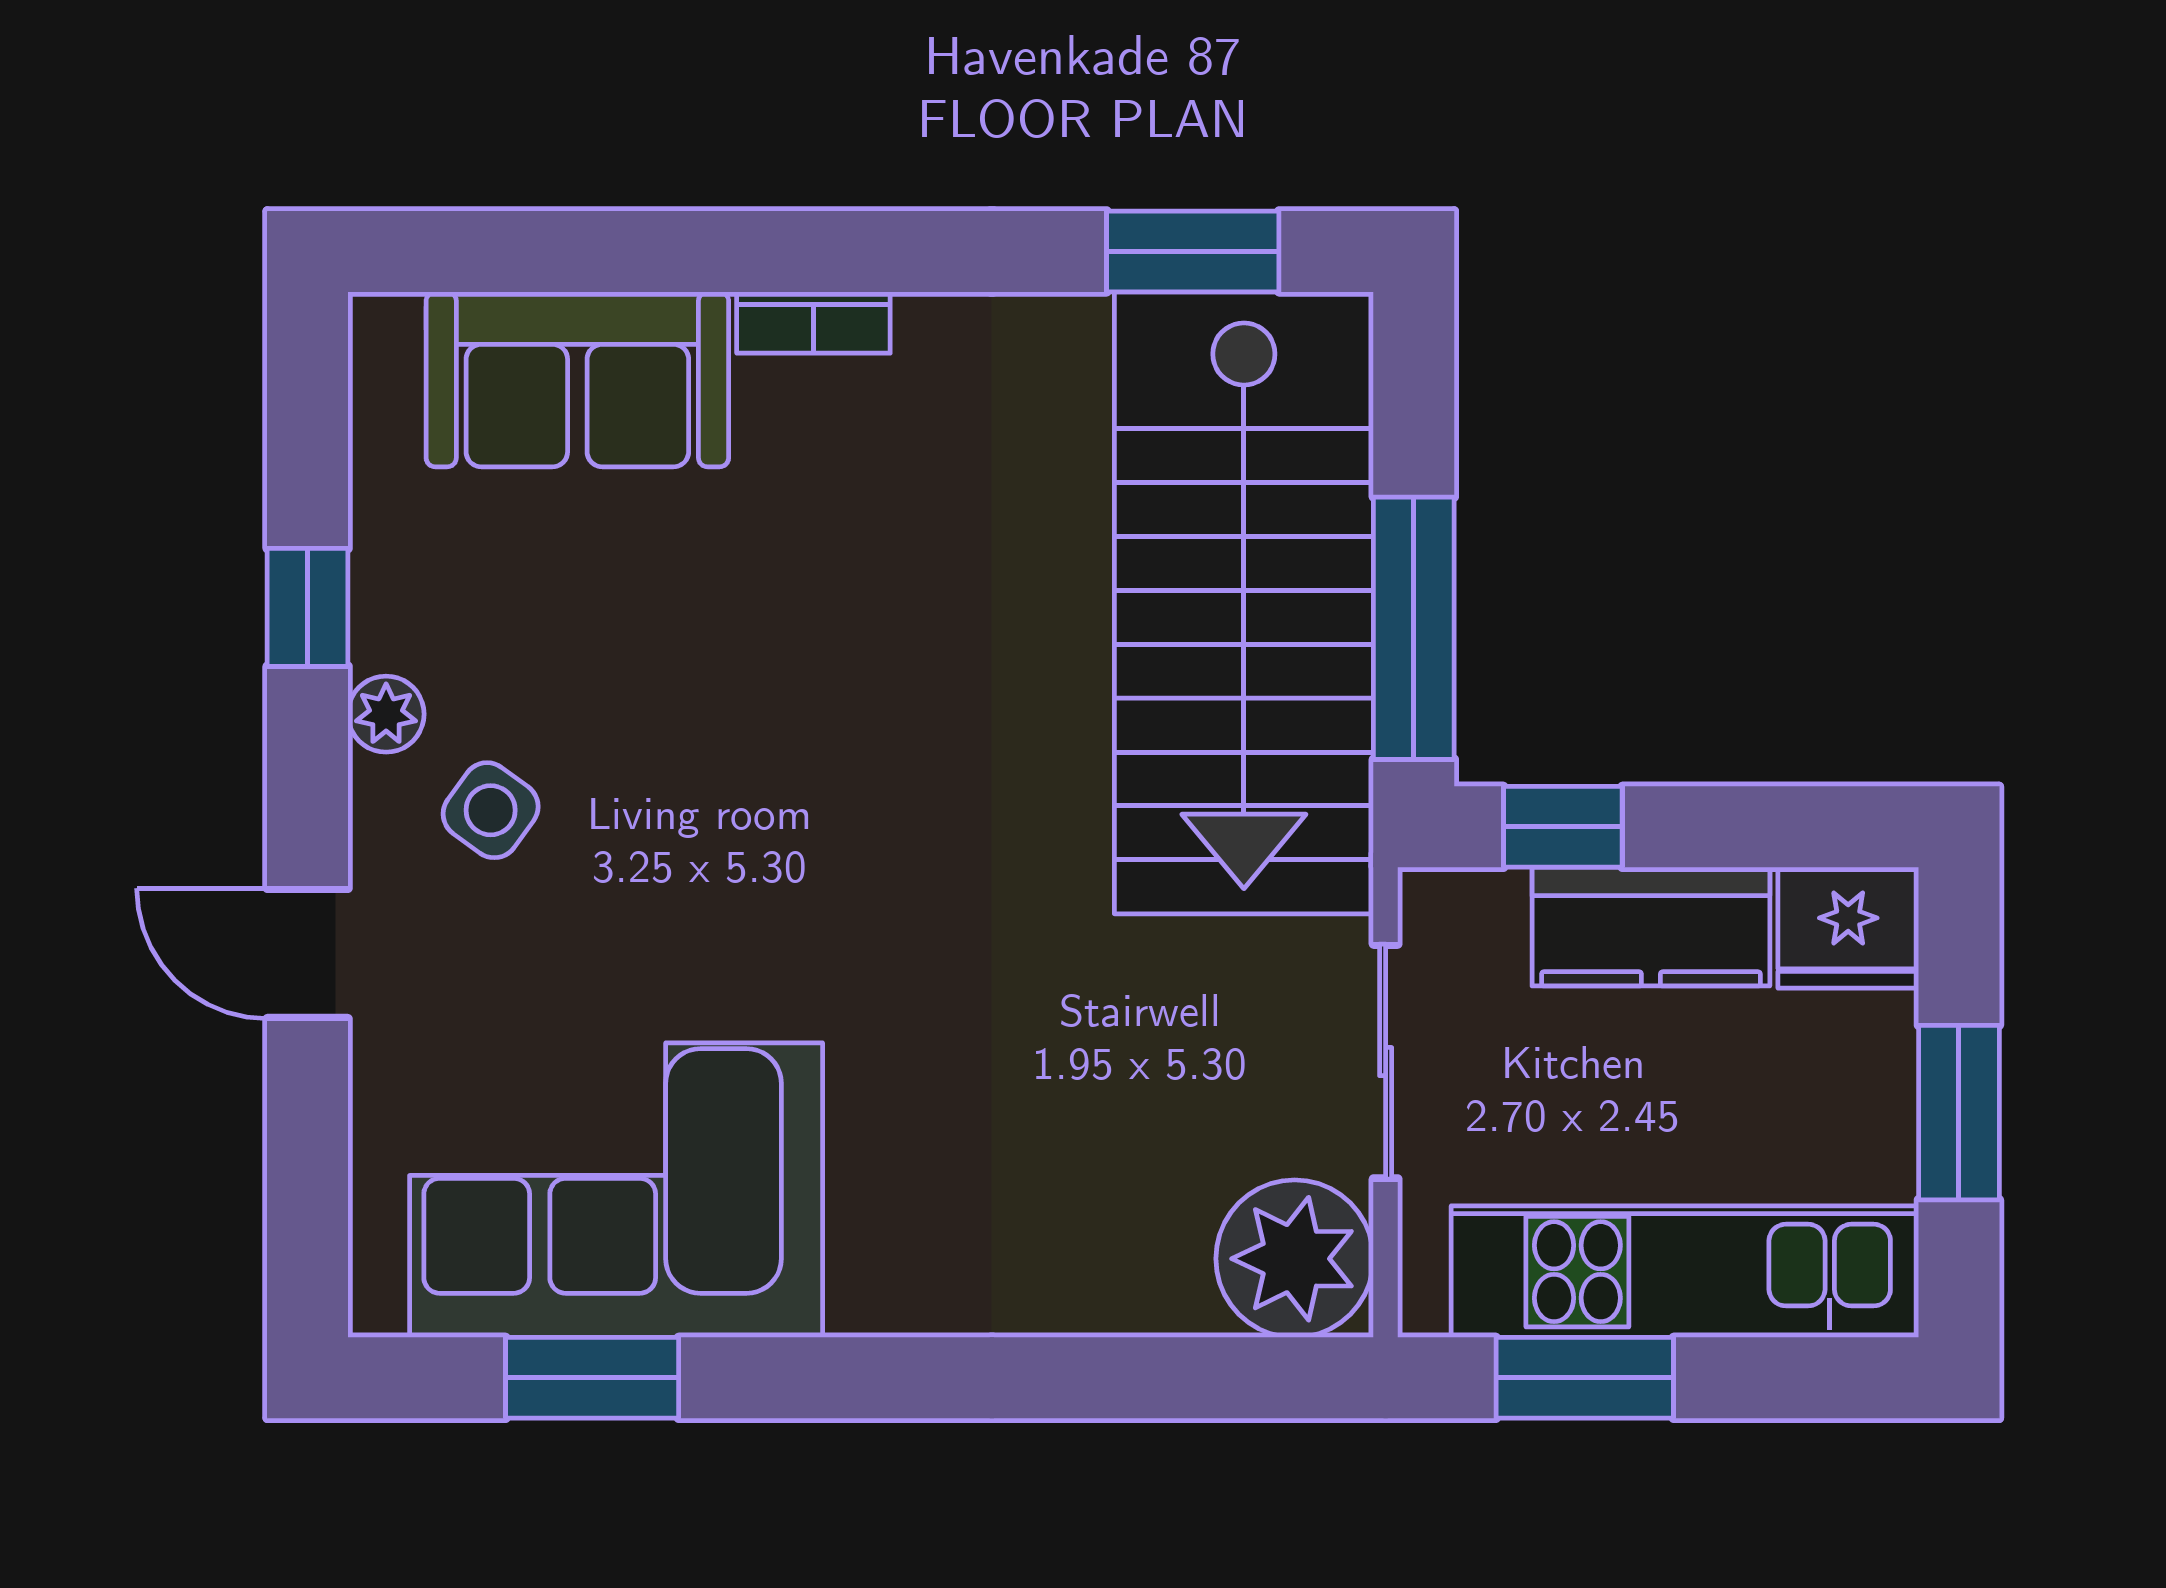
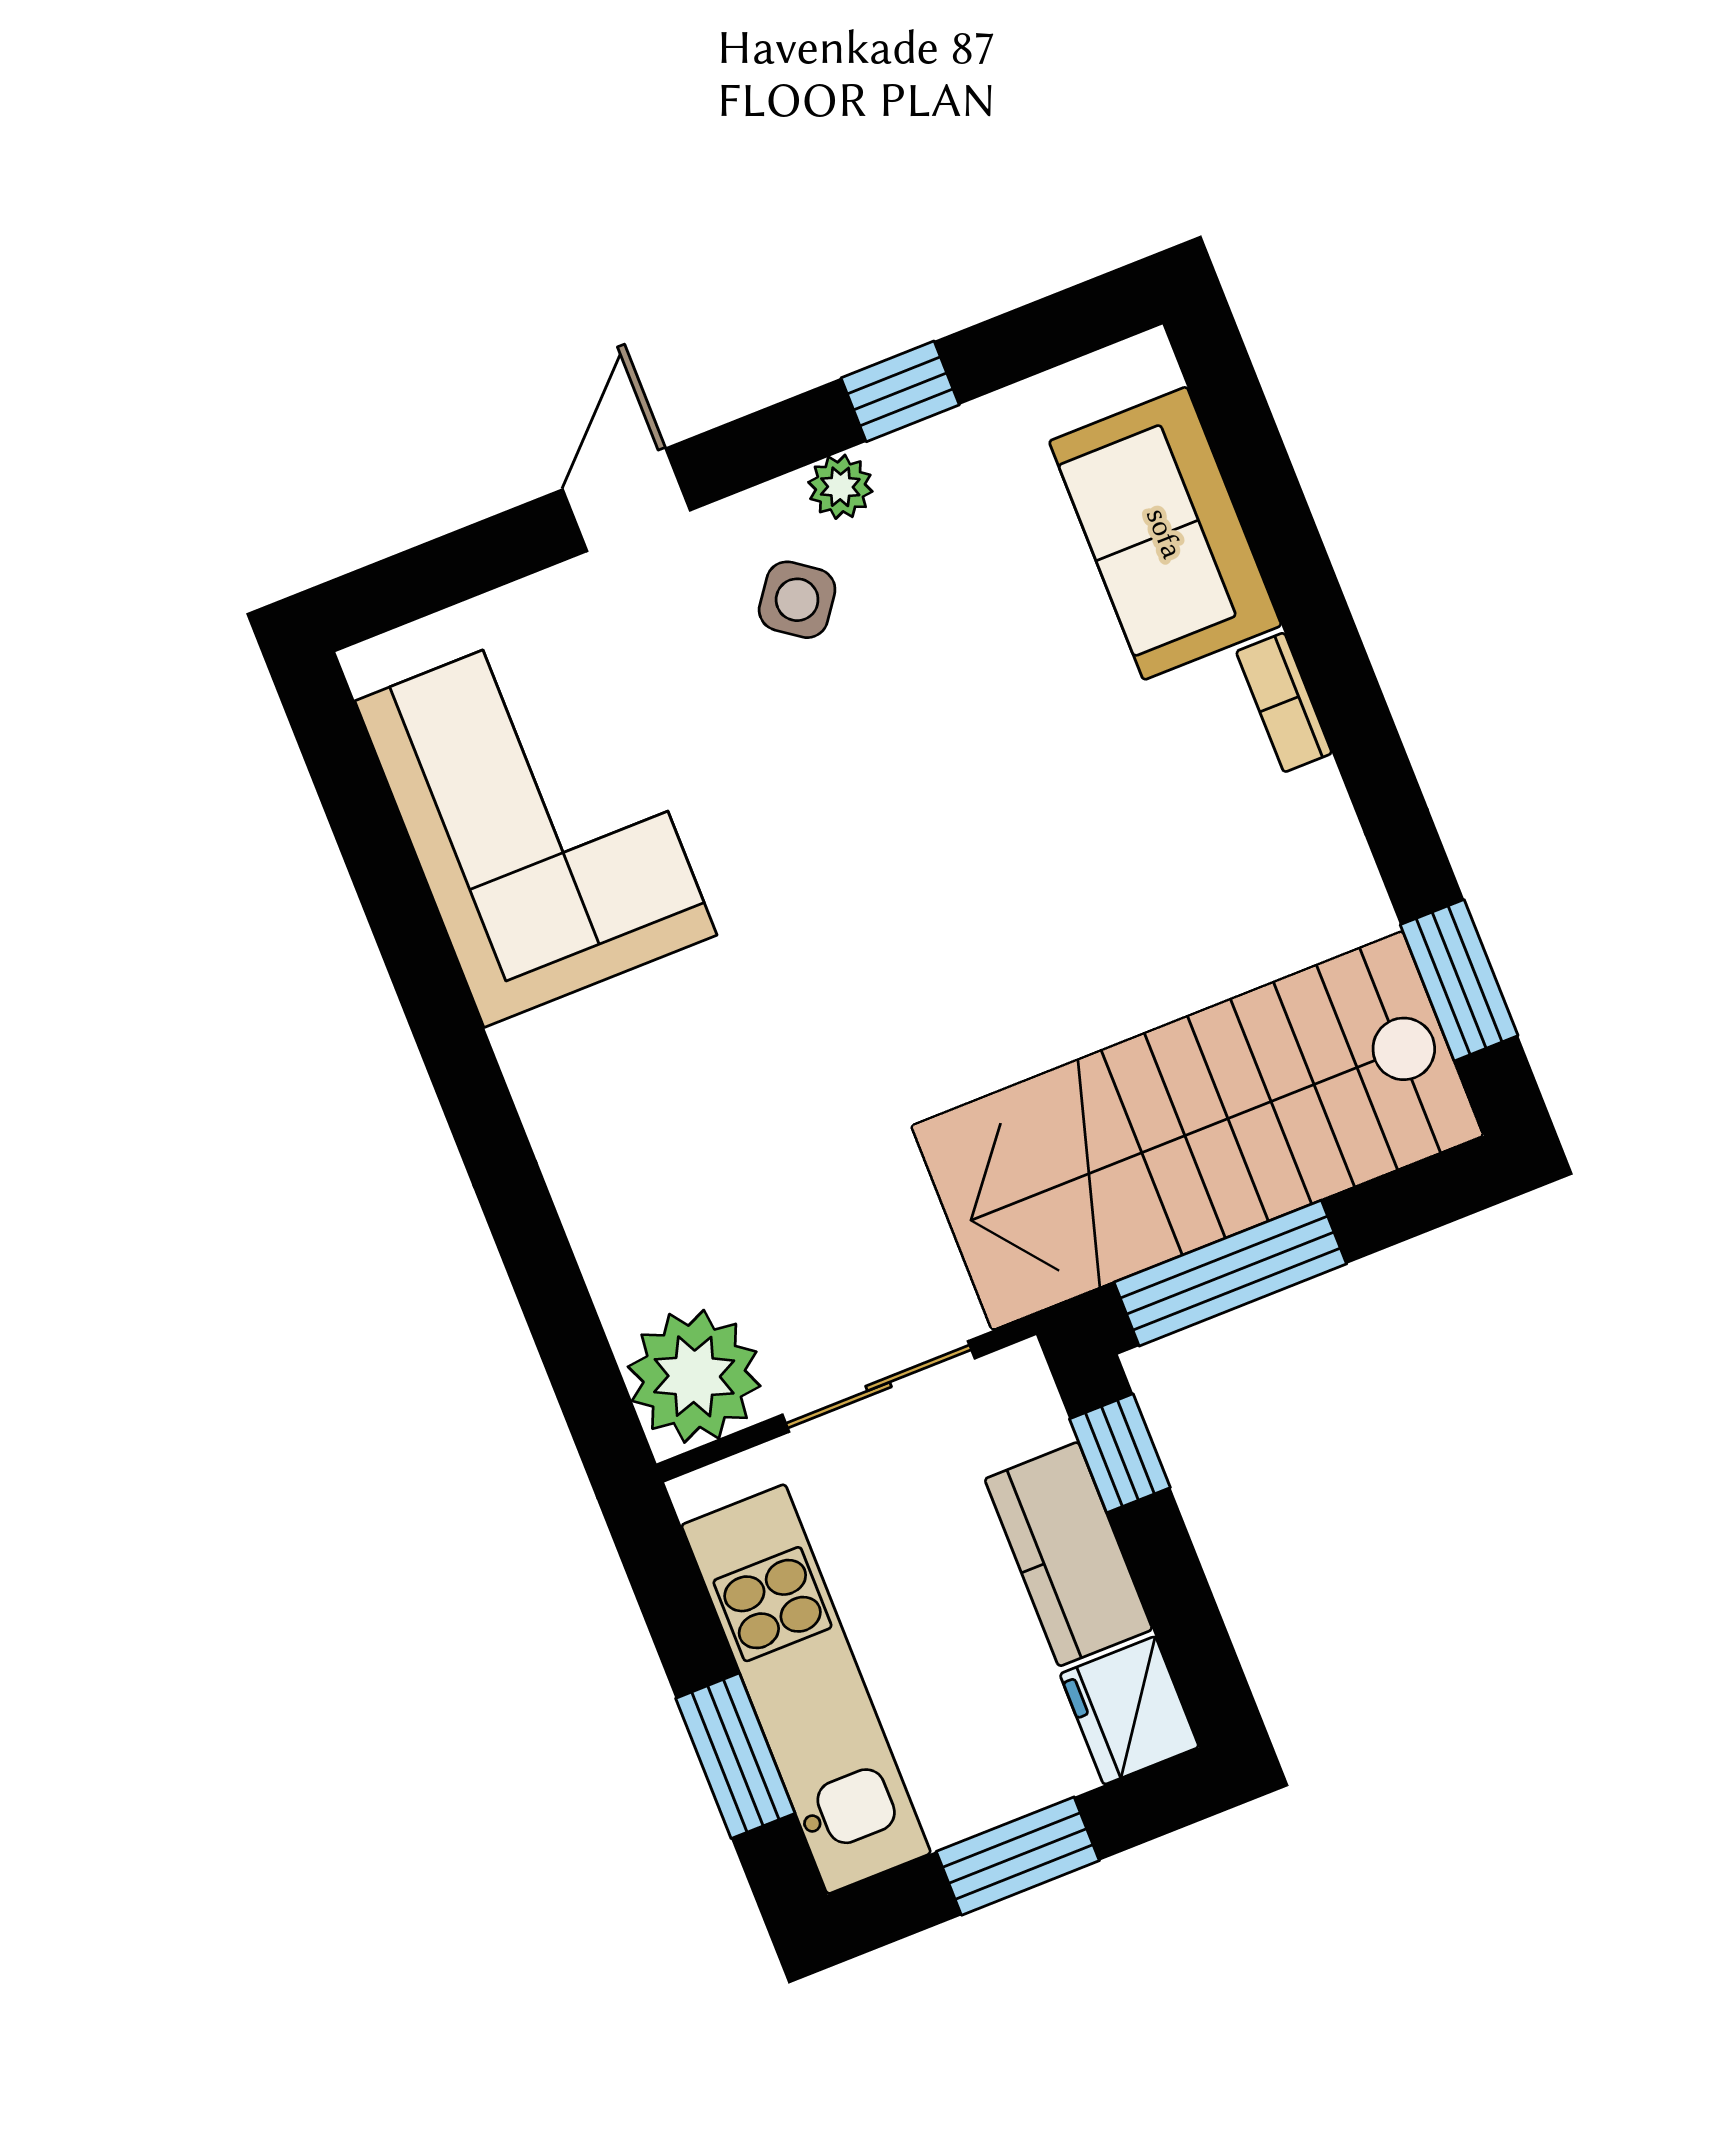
window: (592, 1378) -> (380, 858), removed
window: (1585, 1378) -> (735, 1756), moved

